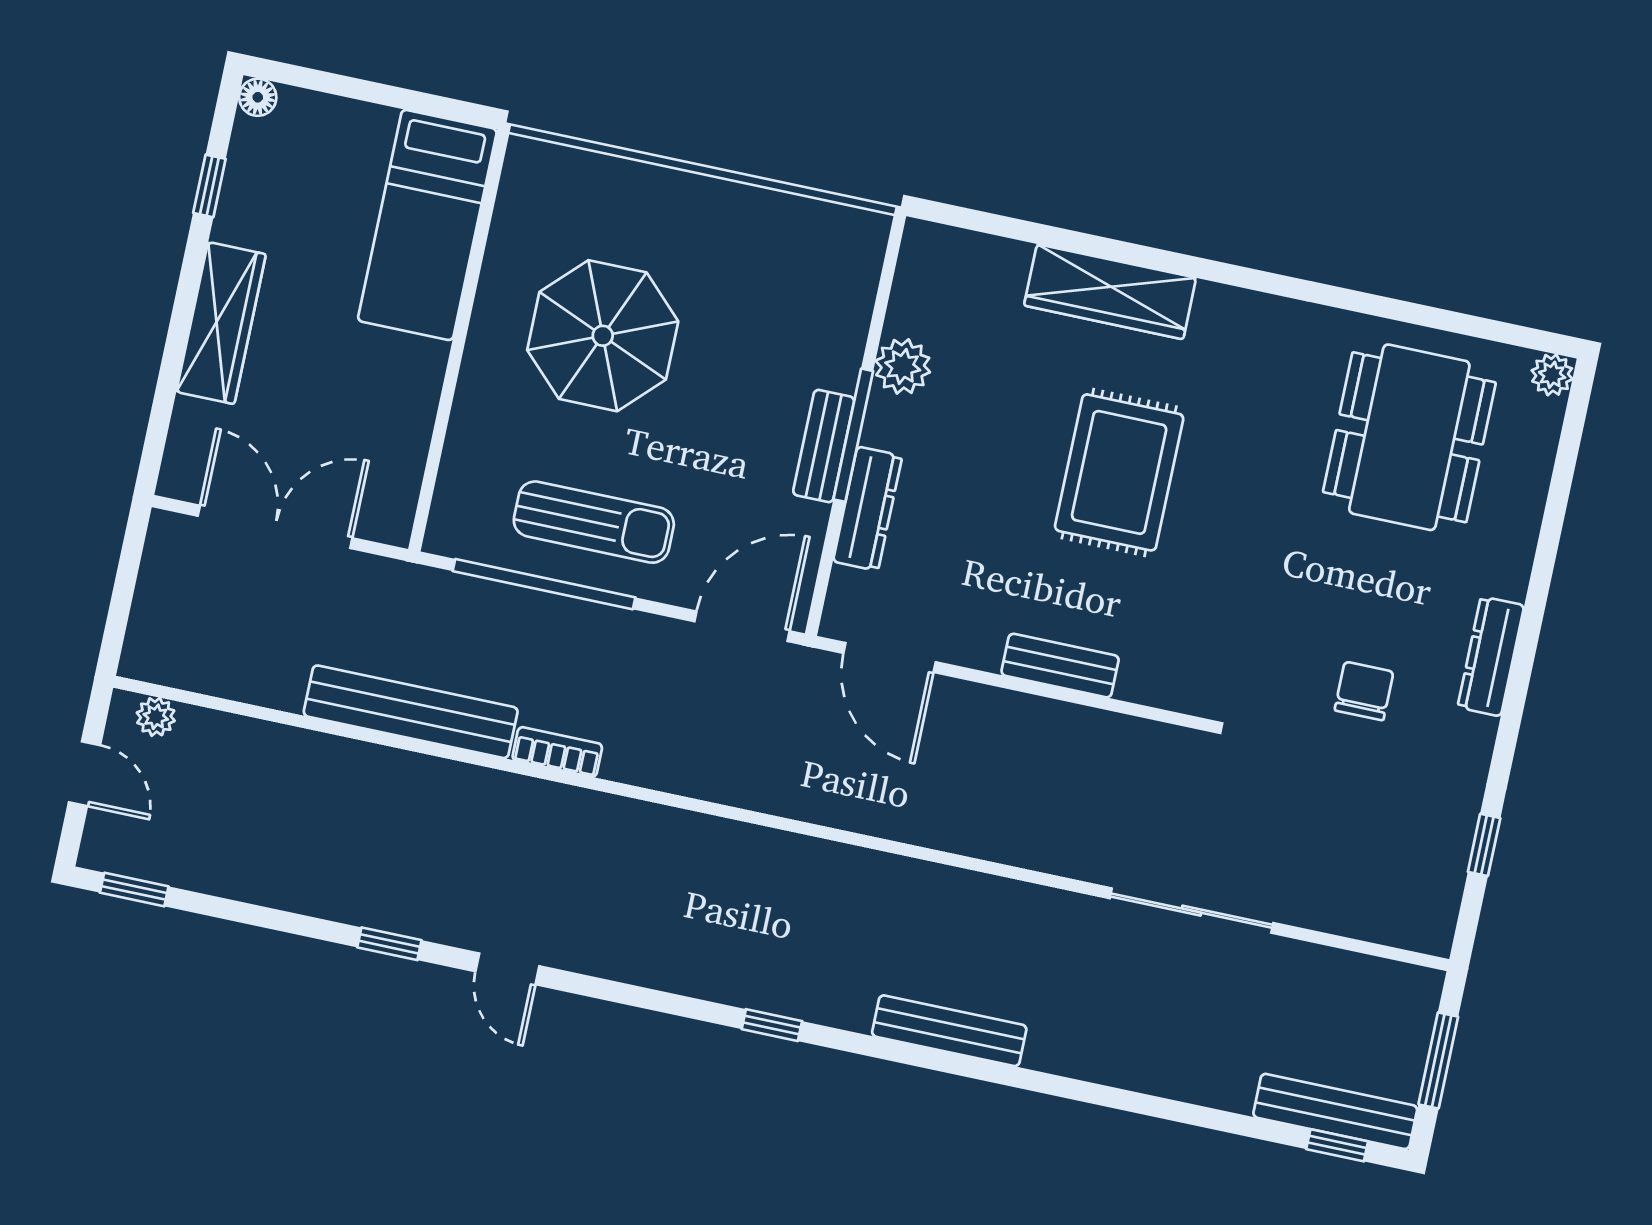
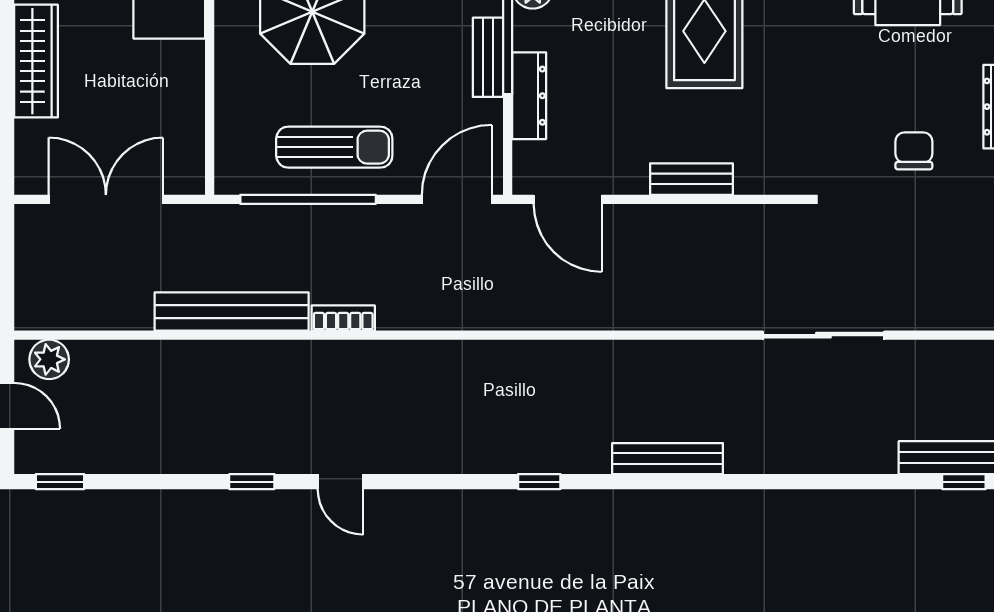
plant: (156, 717) -> (49, 359), width x1.38, depth x1.38

